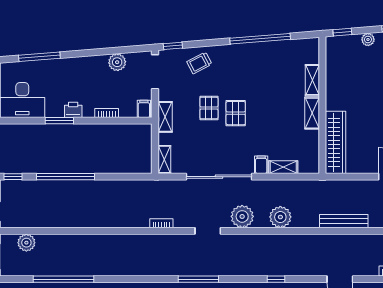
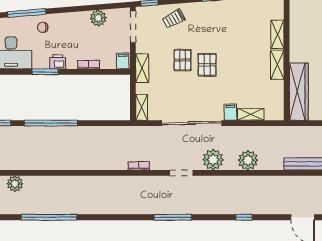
chair: (57, 72) -> (43, 27), added

